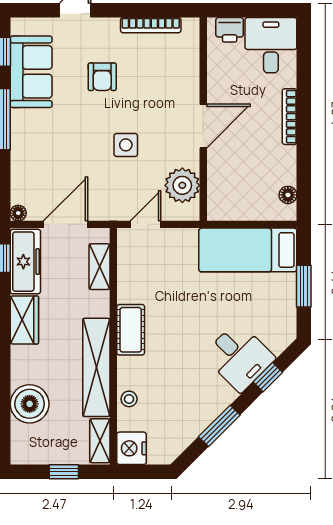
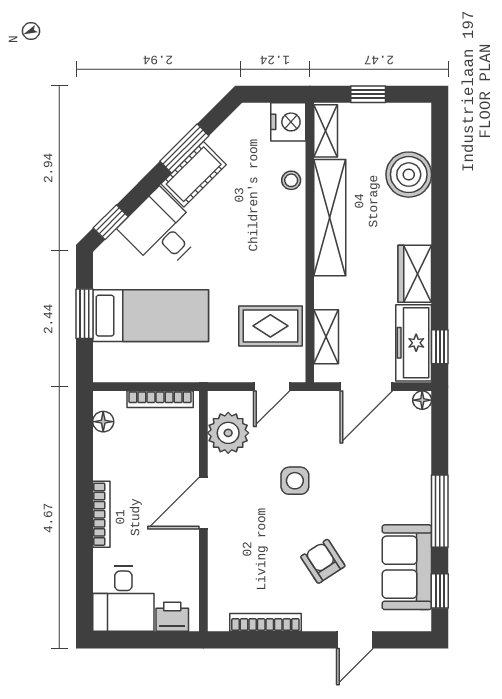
armchair: (102, 77) -> (323, 561), turned -33
bookcase: (240, 214) -> (160, 399), added
bed: (248, 250) -> (151, 316), moved
rug: (146, 276) -> (270, 326), added
cot: (131, 330) -> (194, 174), moved, turned 45
window: (268, 377) -> (111, 222), moved

